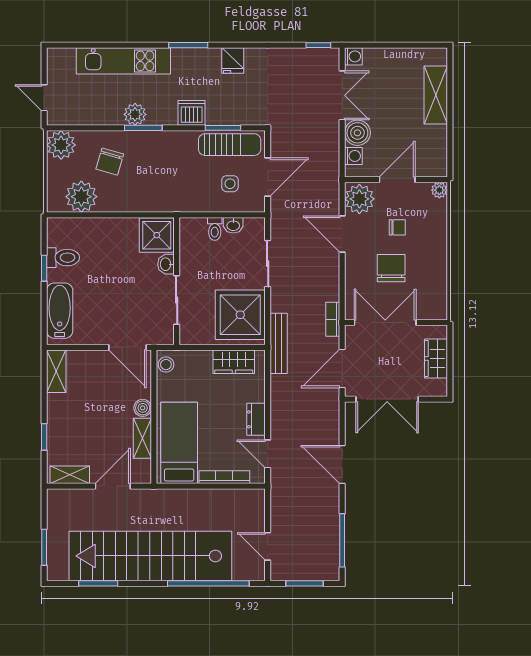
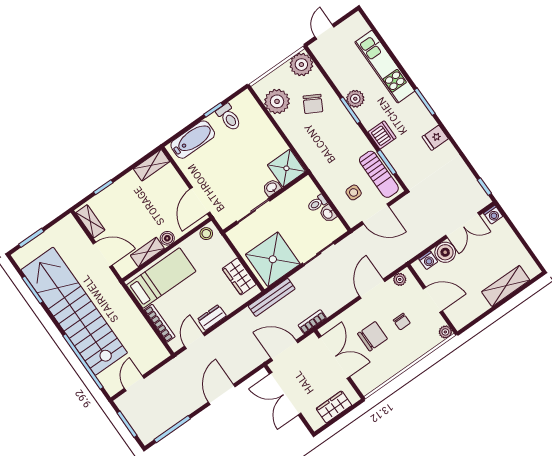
chair: (110, 162) -> (313, 104), turned -77
plant: (359, 199) -> (400, 279), width x0.53, depth x0.53

